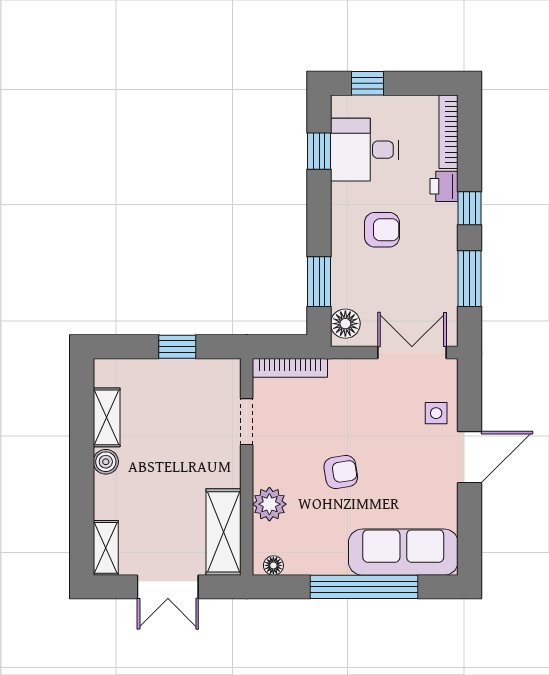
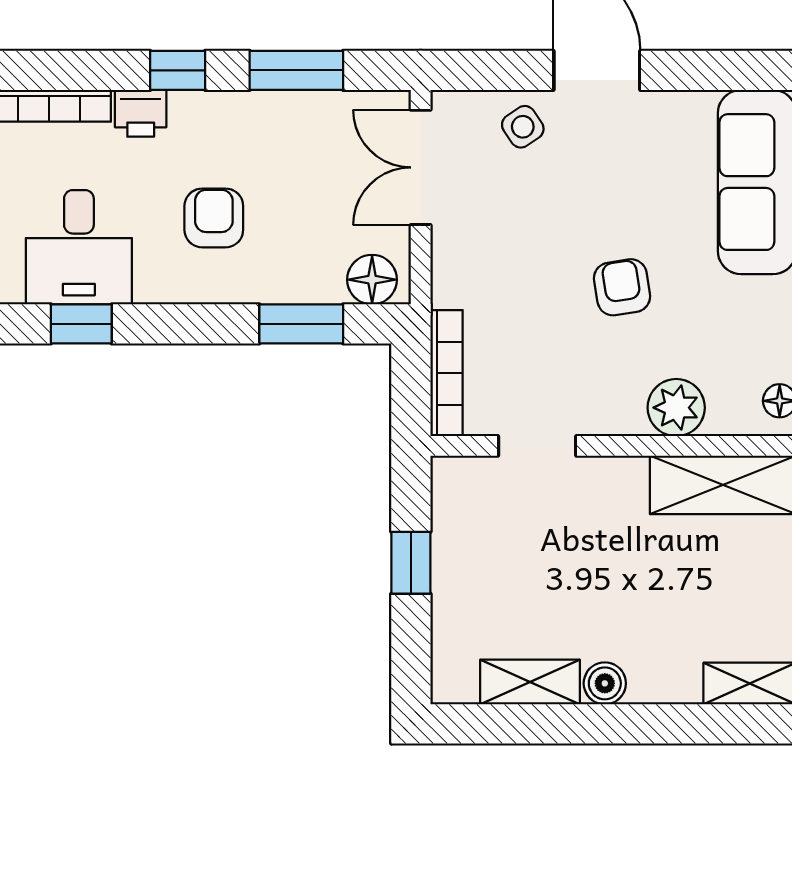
side table: (436, 413) -> (523, 127), turned -34

